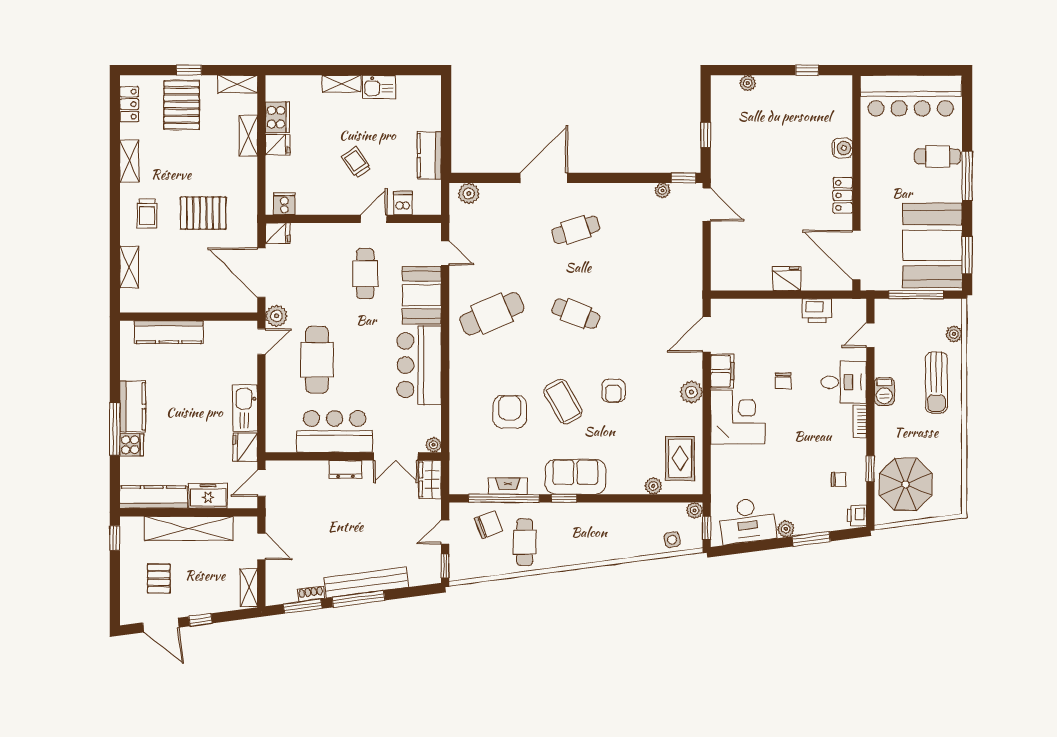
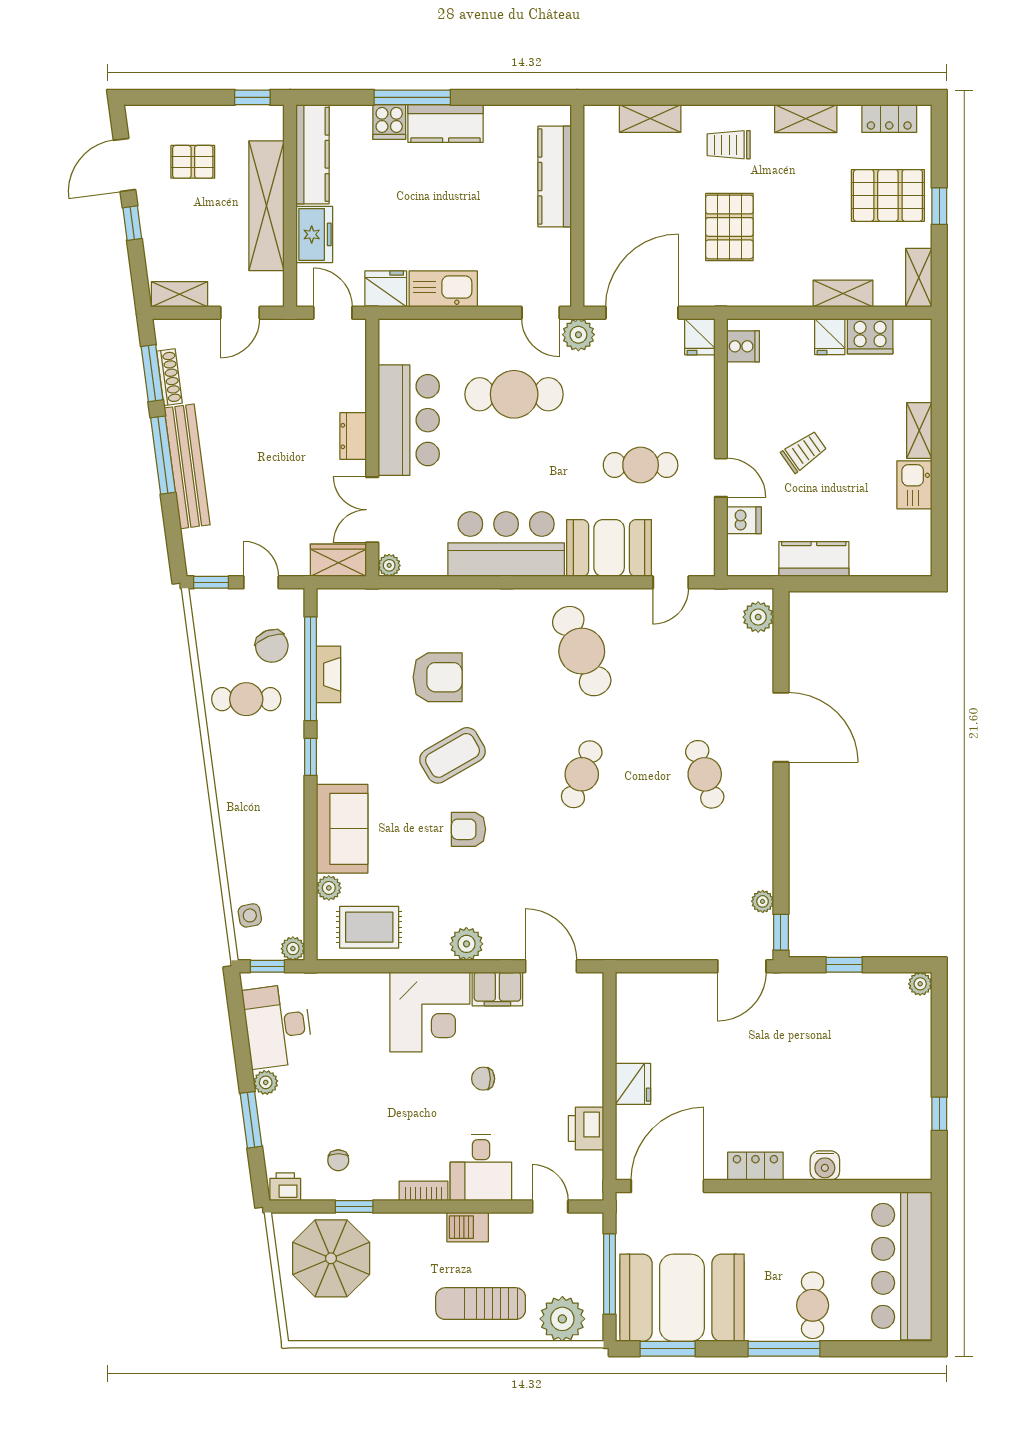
plant: (748, 83) -> (920, 984), moved
plant: (954, 334) -> (562, 1319), width x1.87, depth x1.87
sofa: (575, 477) -> (342, 829), moved
shoe rack: (311, 594) -> (169, 377), width x1.43

